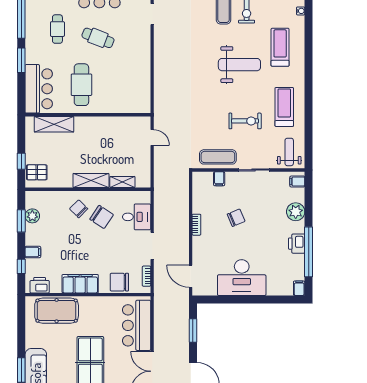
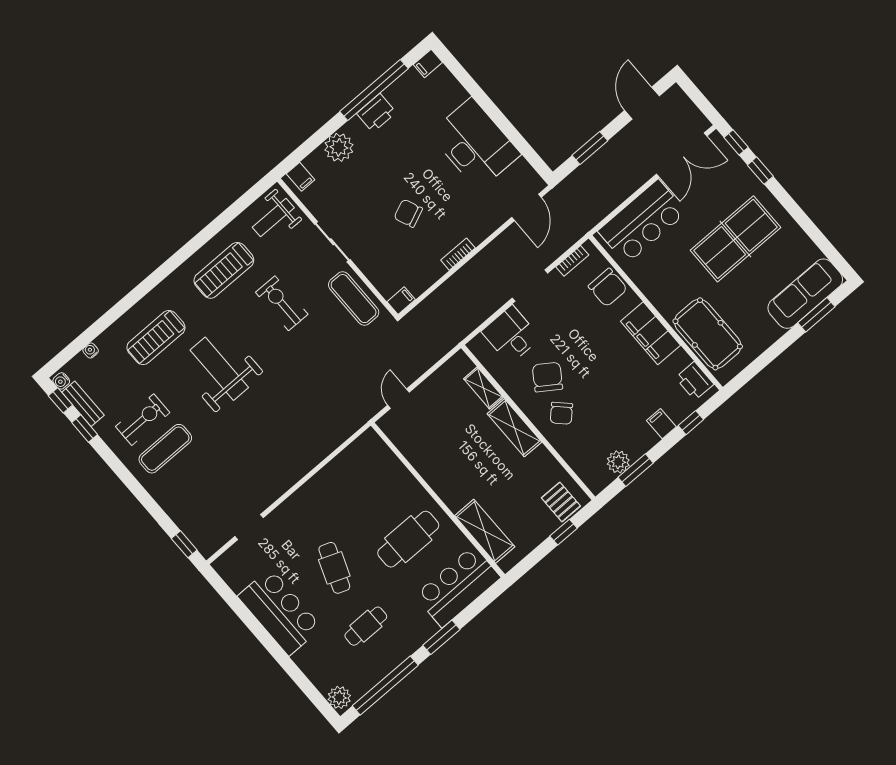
filing cabinet: (219, 179) -> (401, 301), moved

